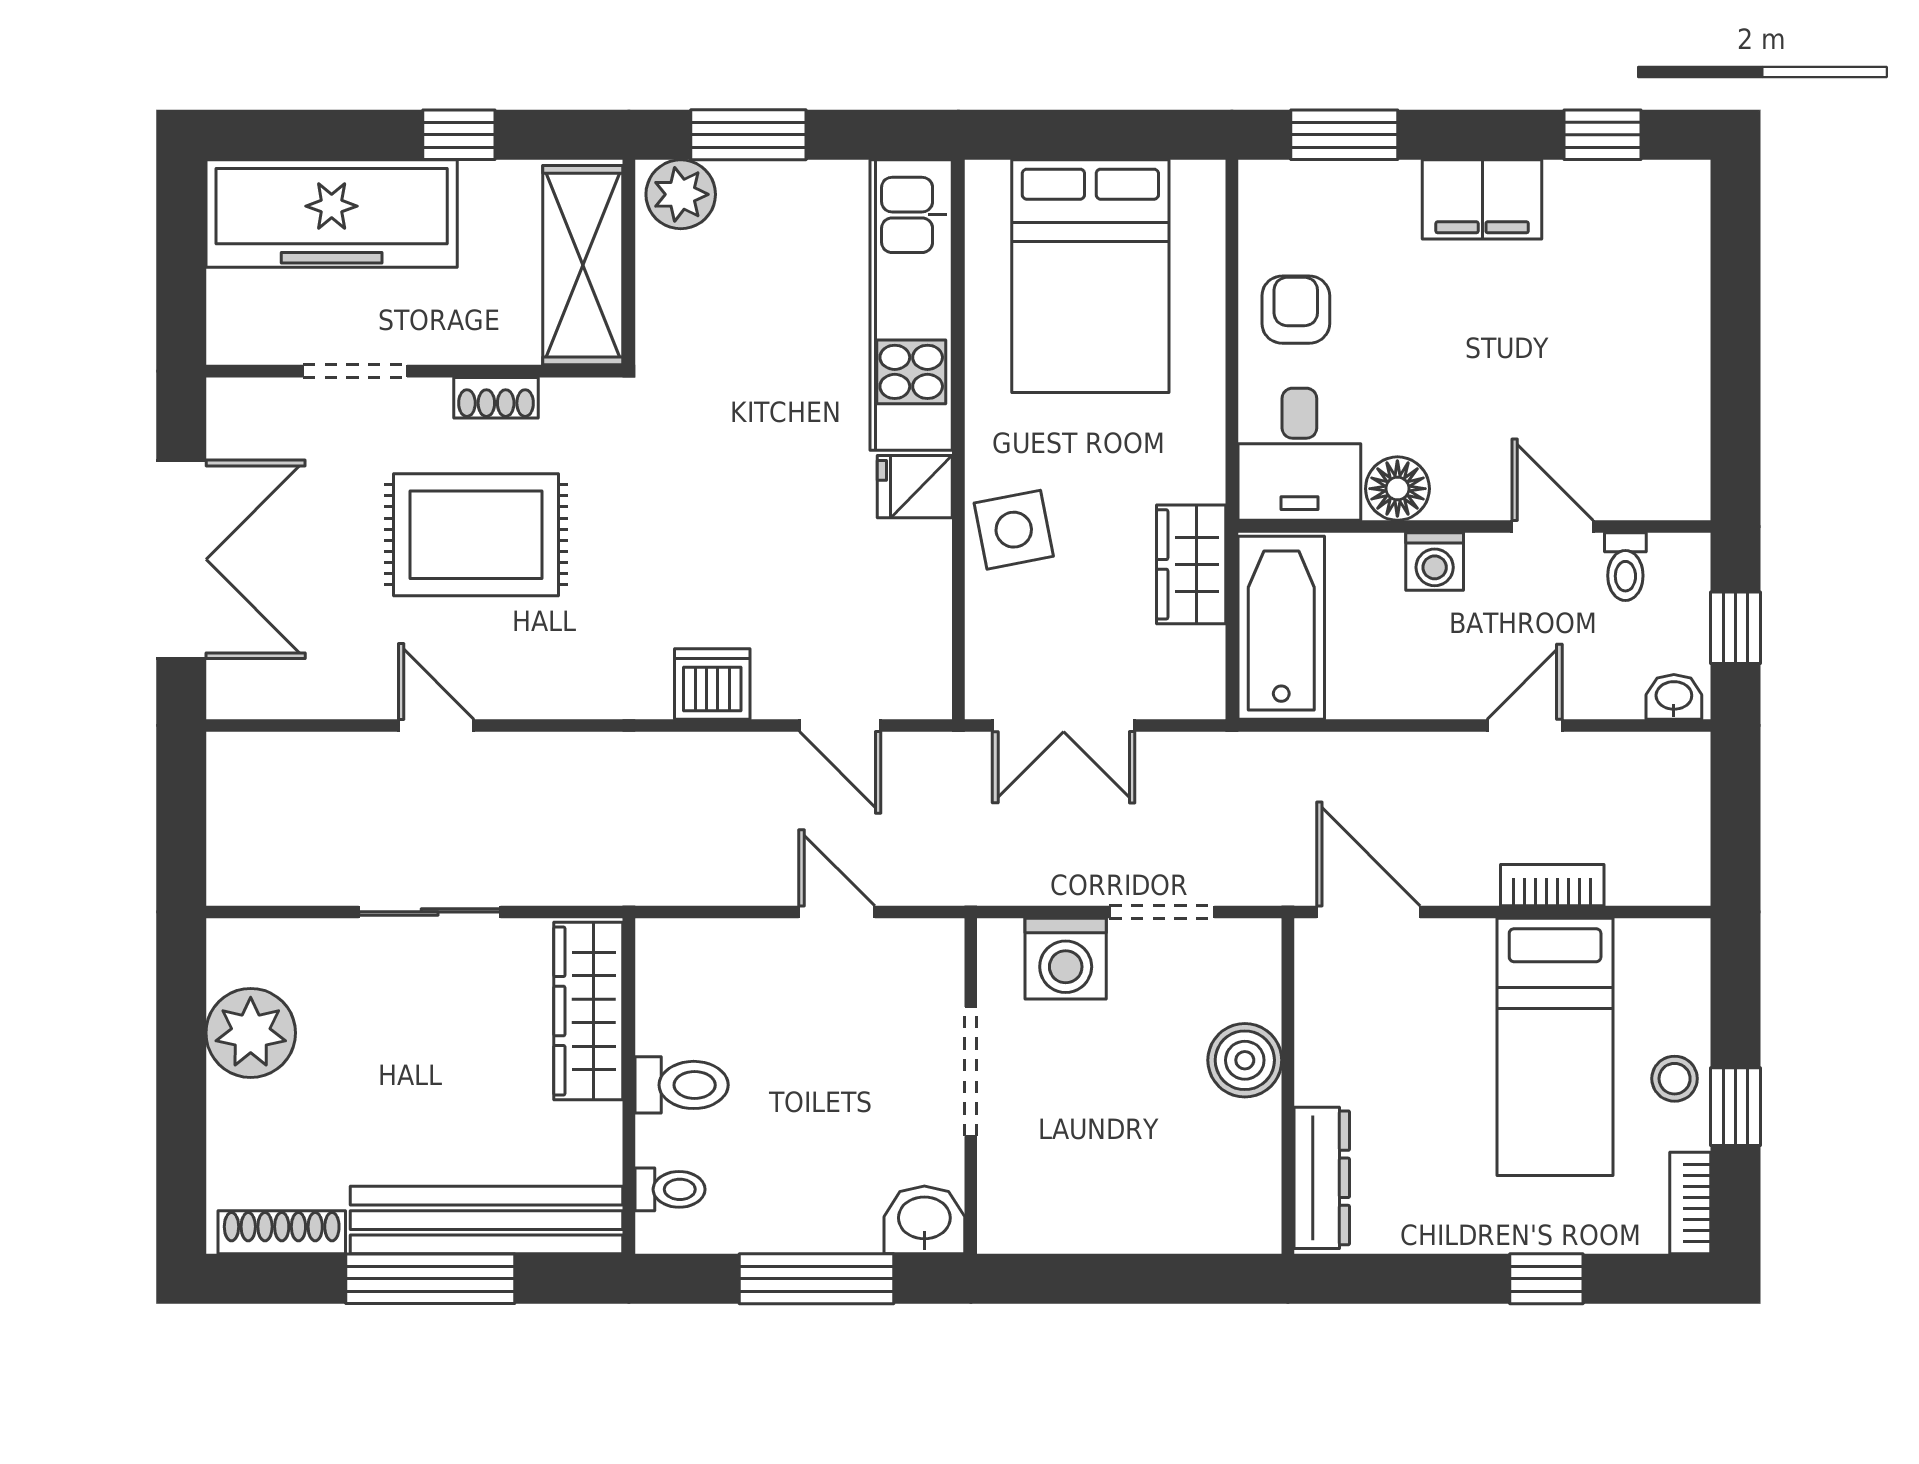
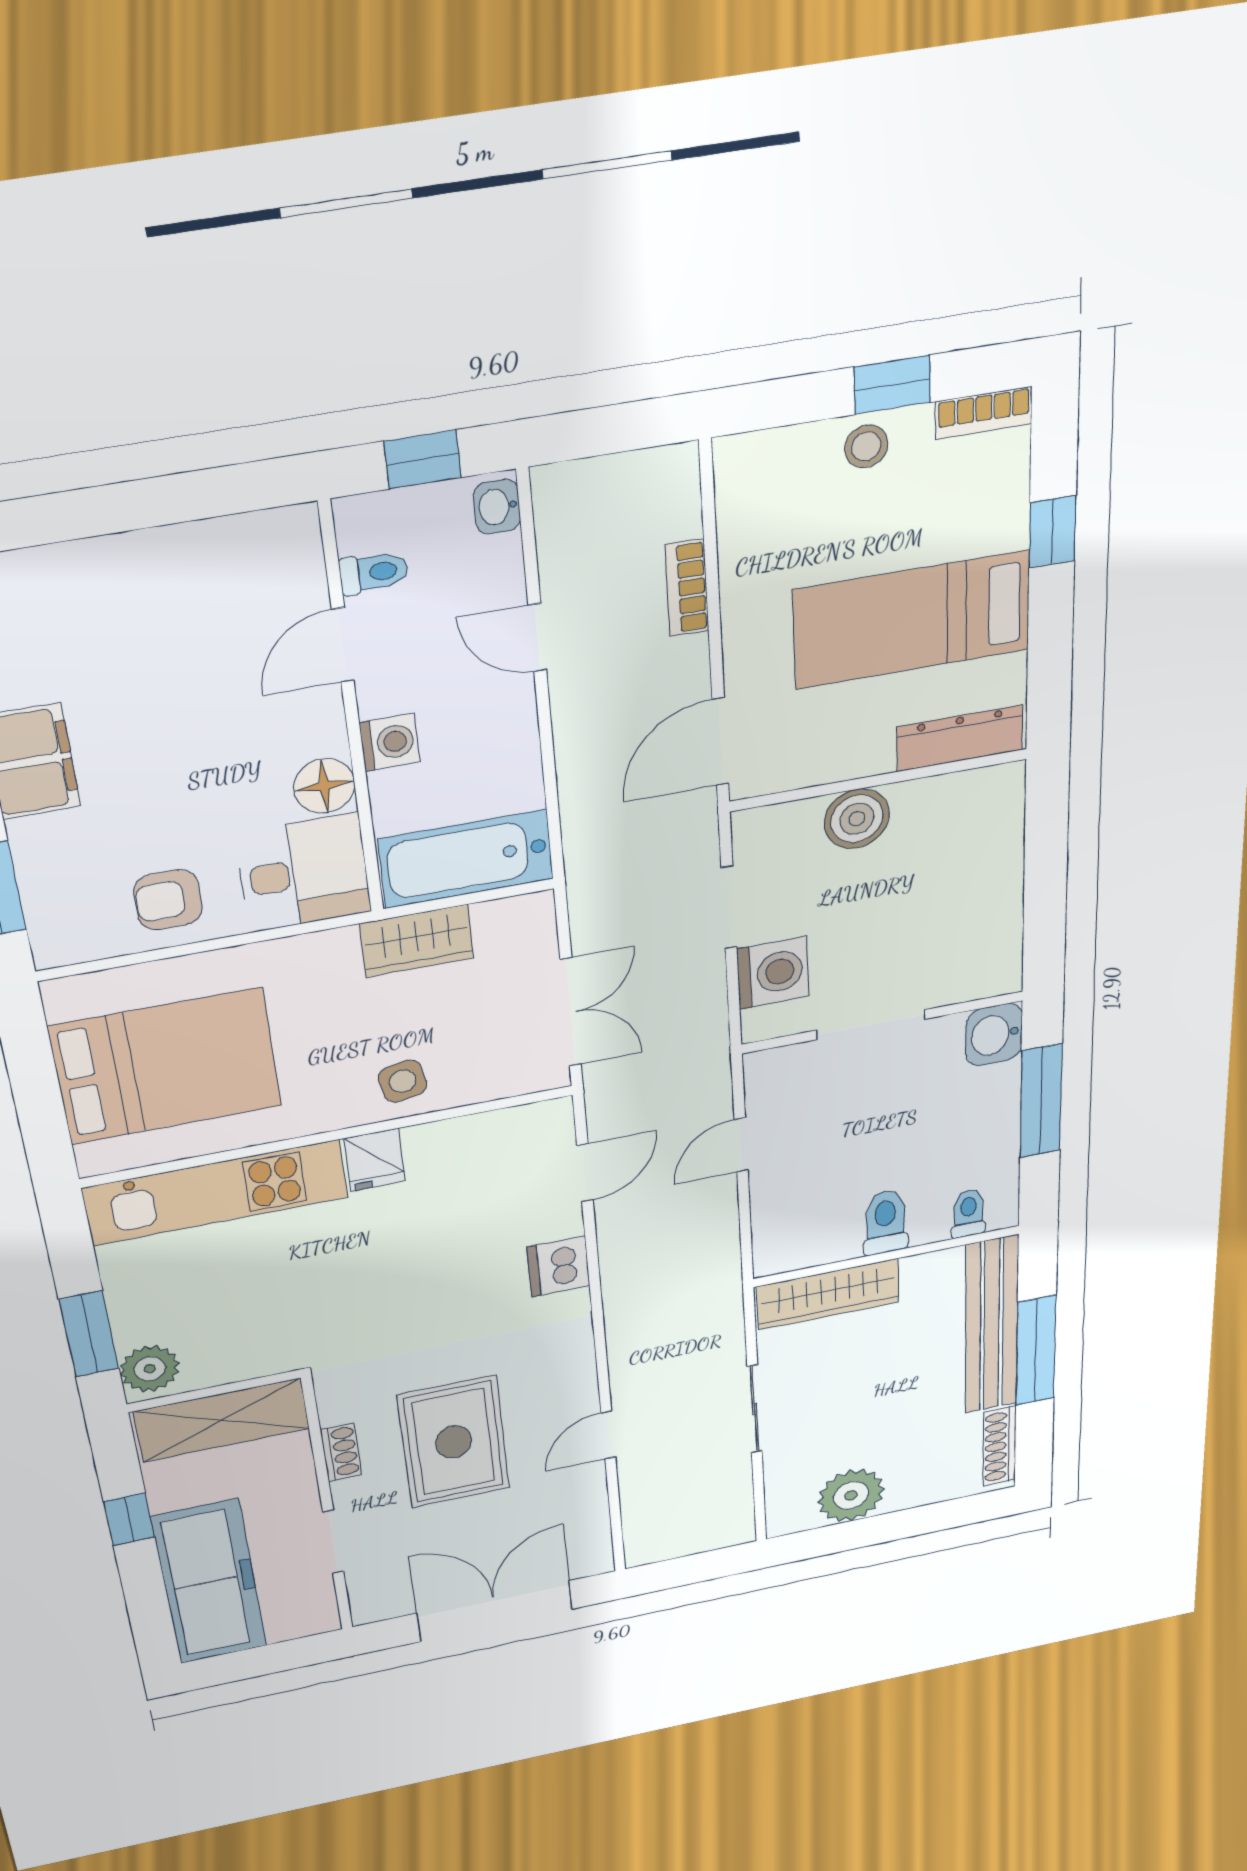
side table: (1014, 530) -> (403, 1081), width x0.73, depth x0.73
bed: (1555, 1047) -> (912, 620), moved, turned 180

